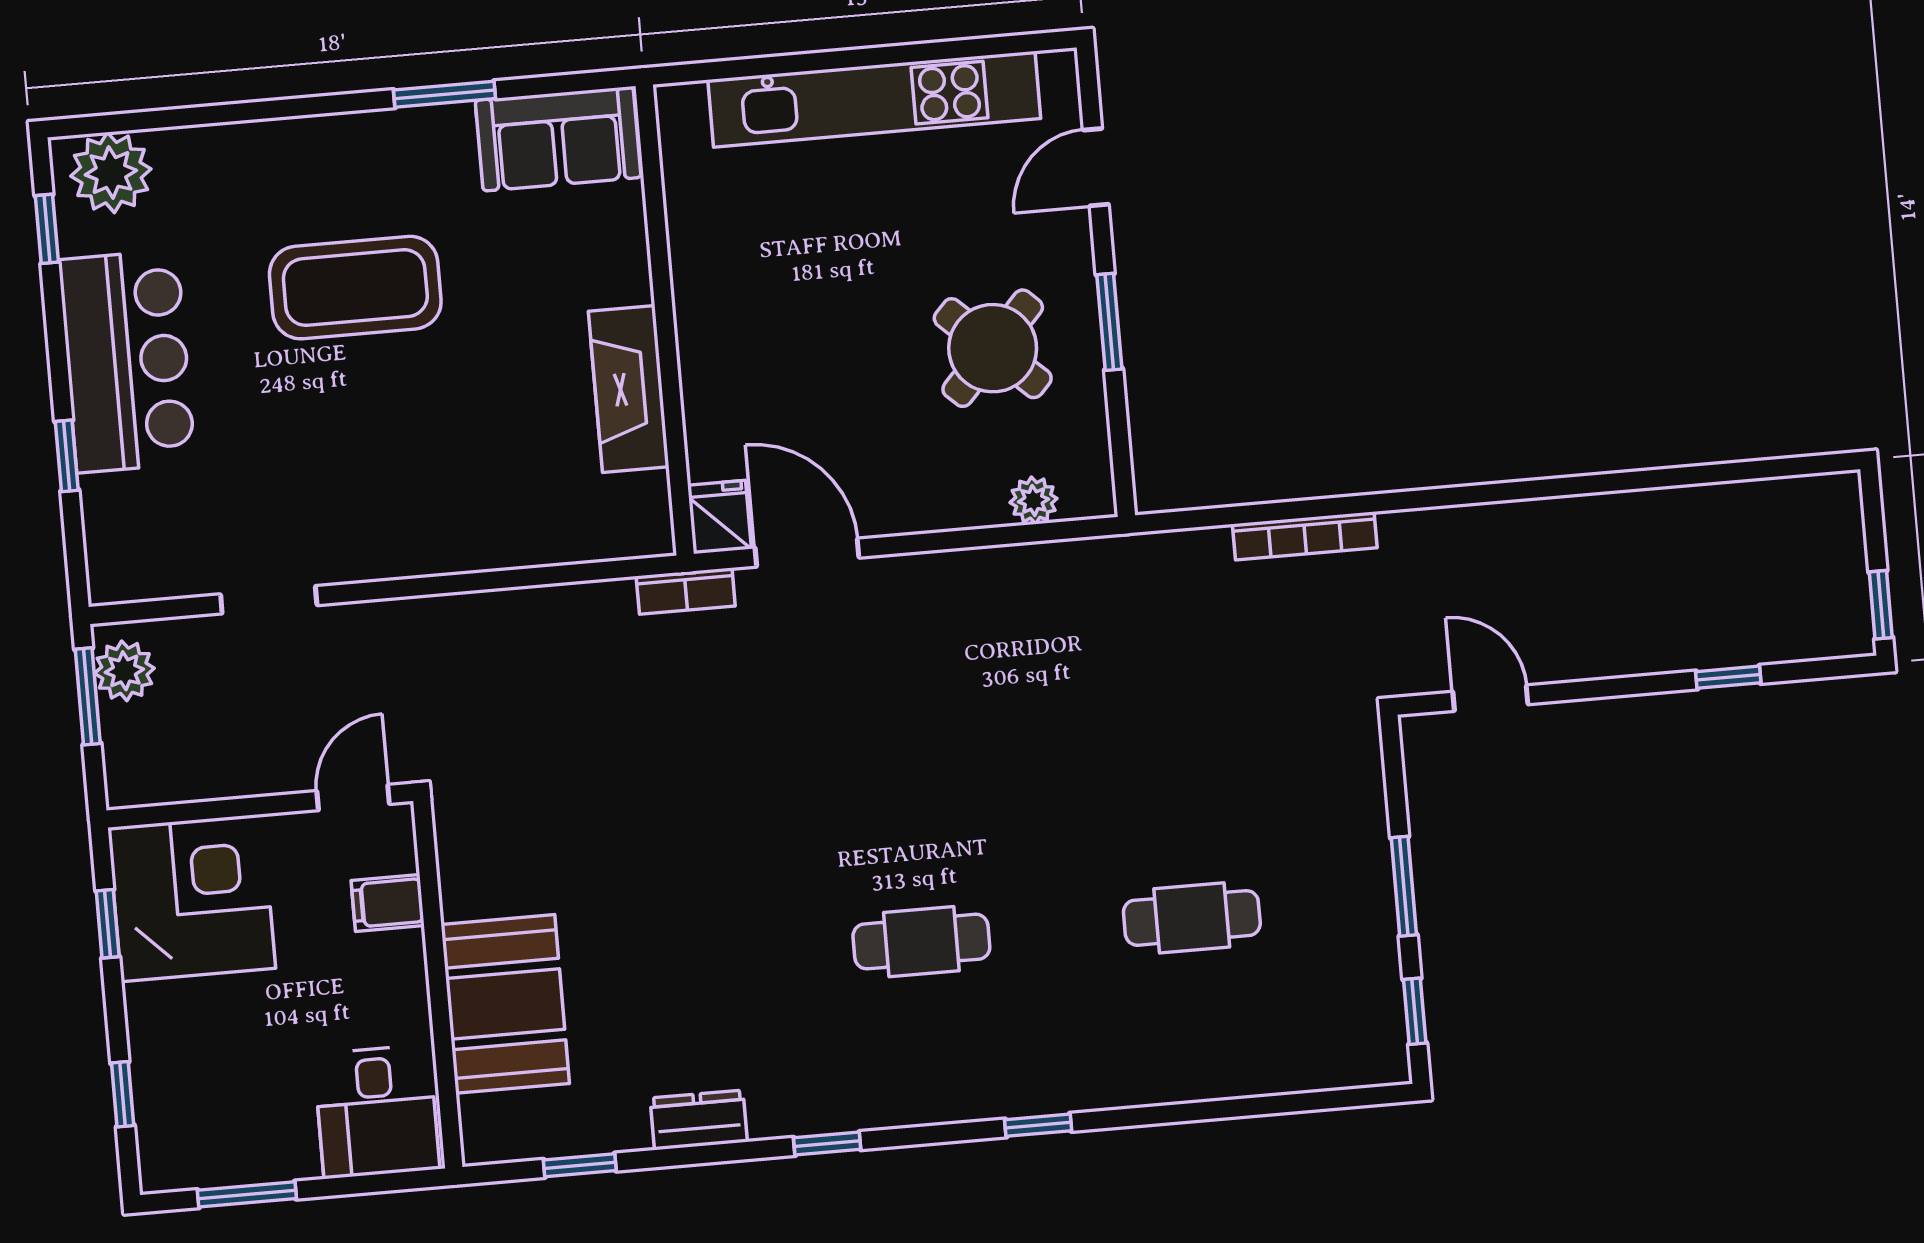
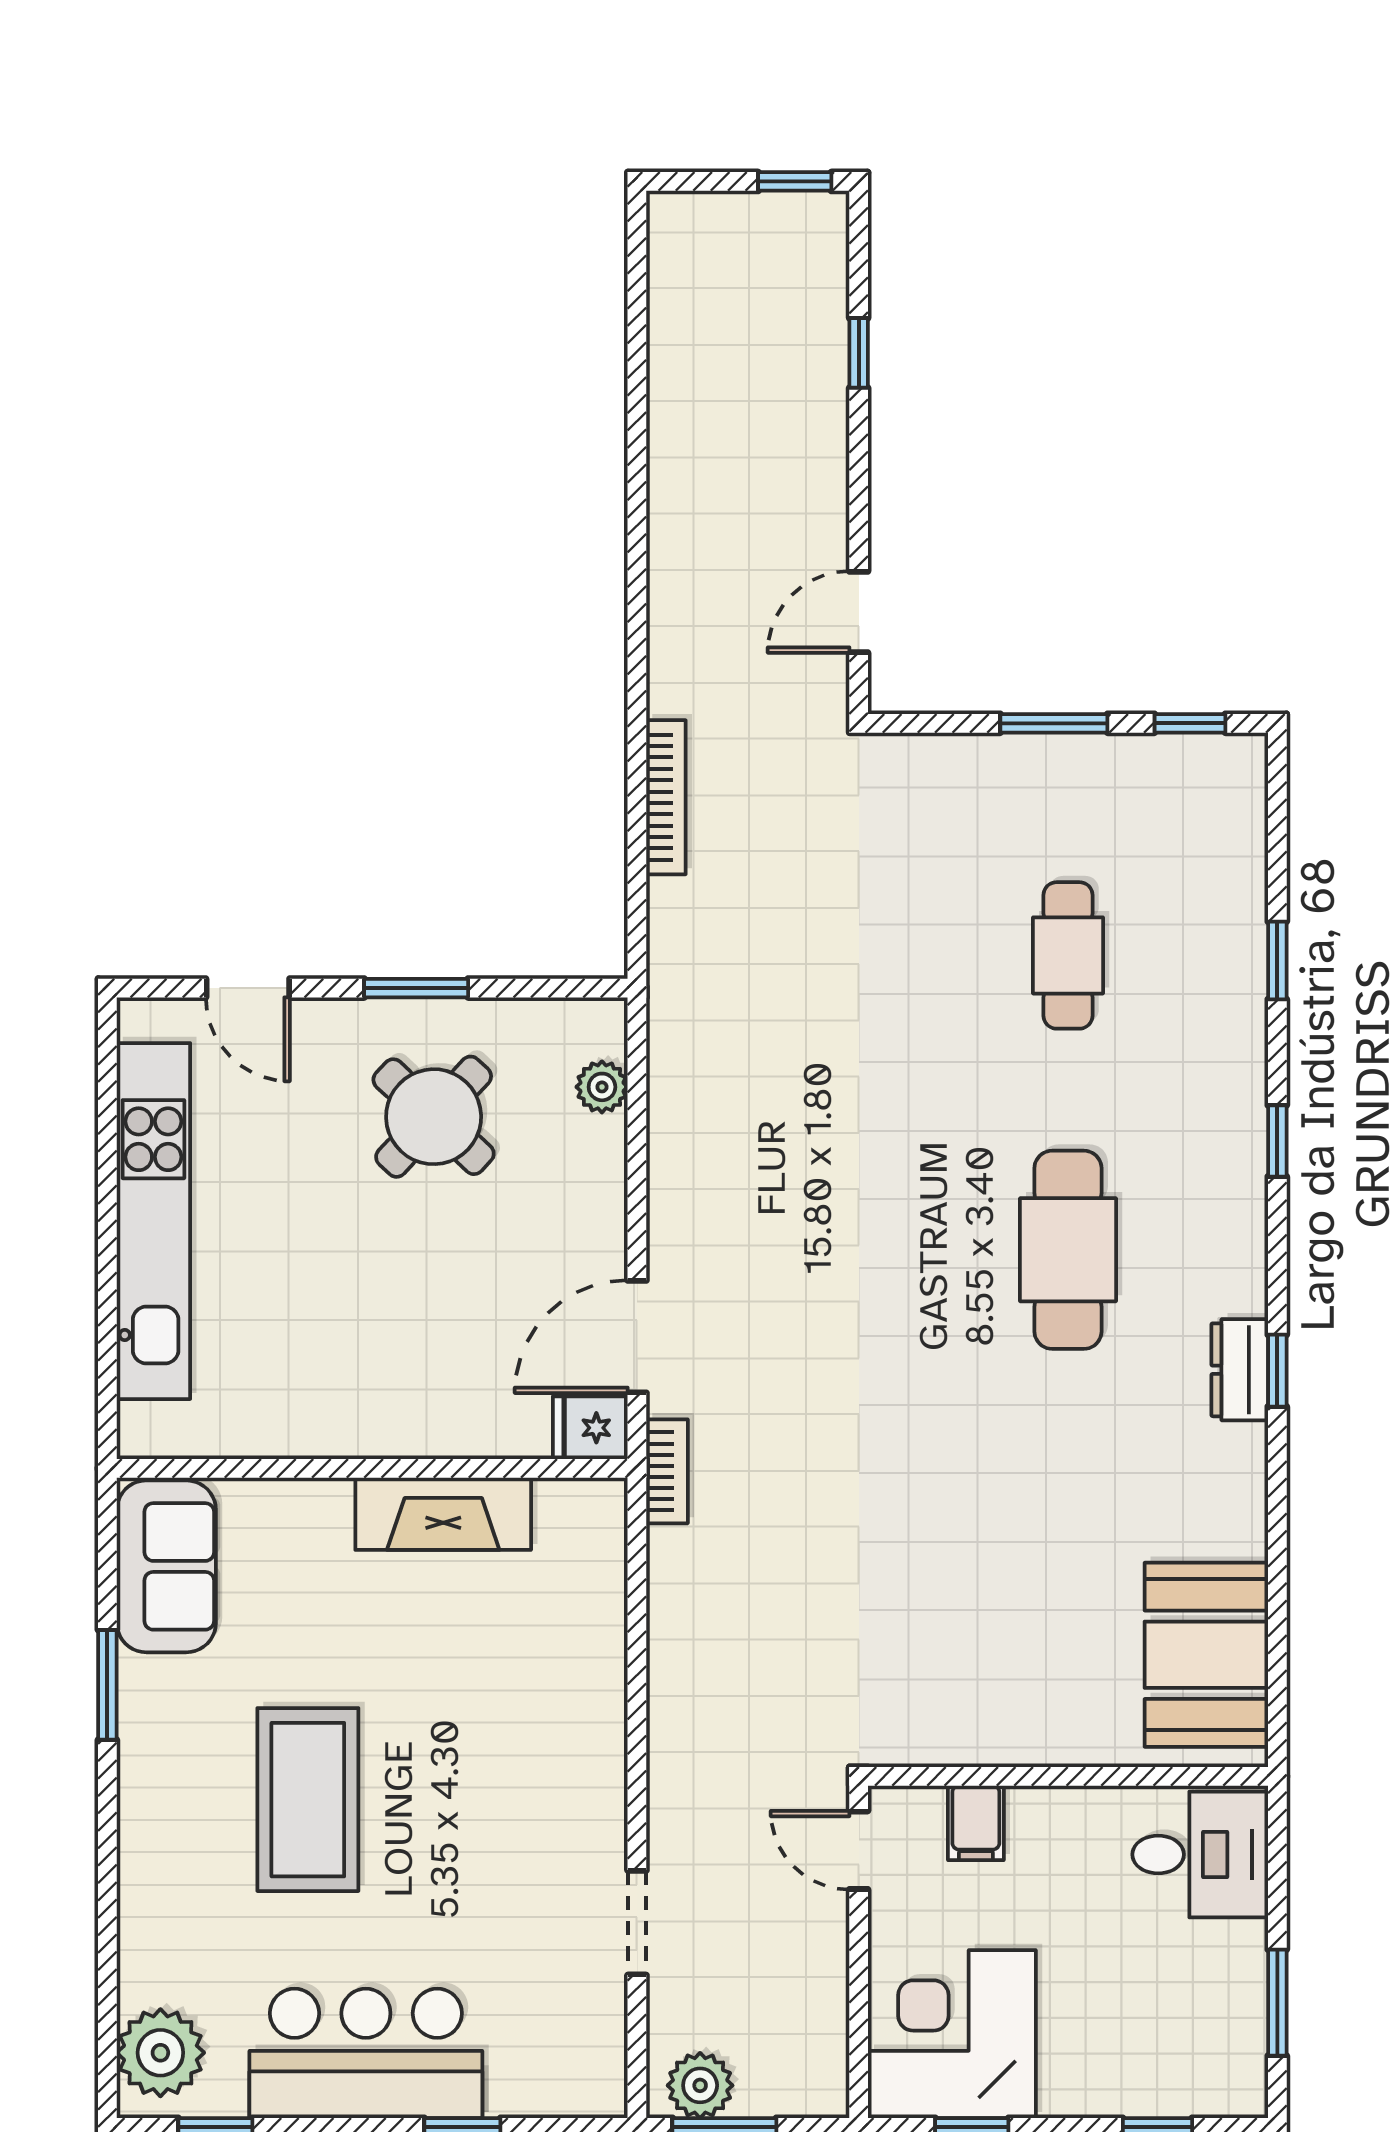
cafe table: (921, 942) -> (1068, 1250), width x1.37, depth x1.35
booth: (505, 1004) -> (1206, 1655), moved, turned 90
dresser: (699, 1120) -> (1240, 1370), moved
window: (580, 1165) -> (1277, 960), moved

